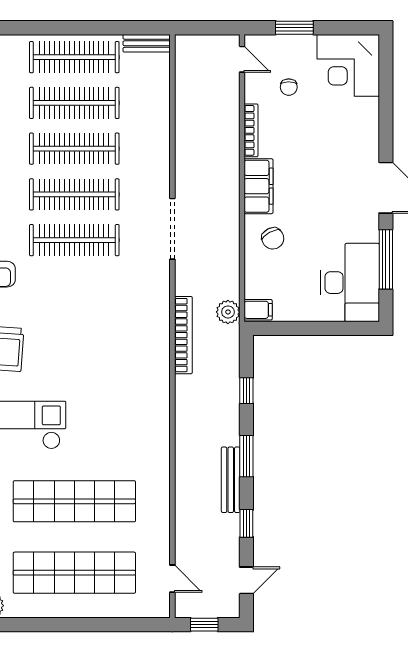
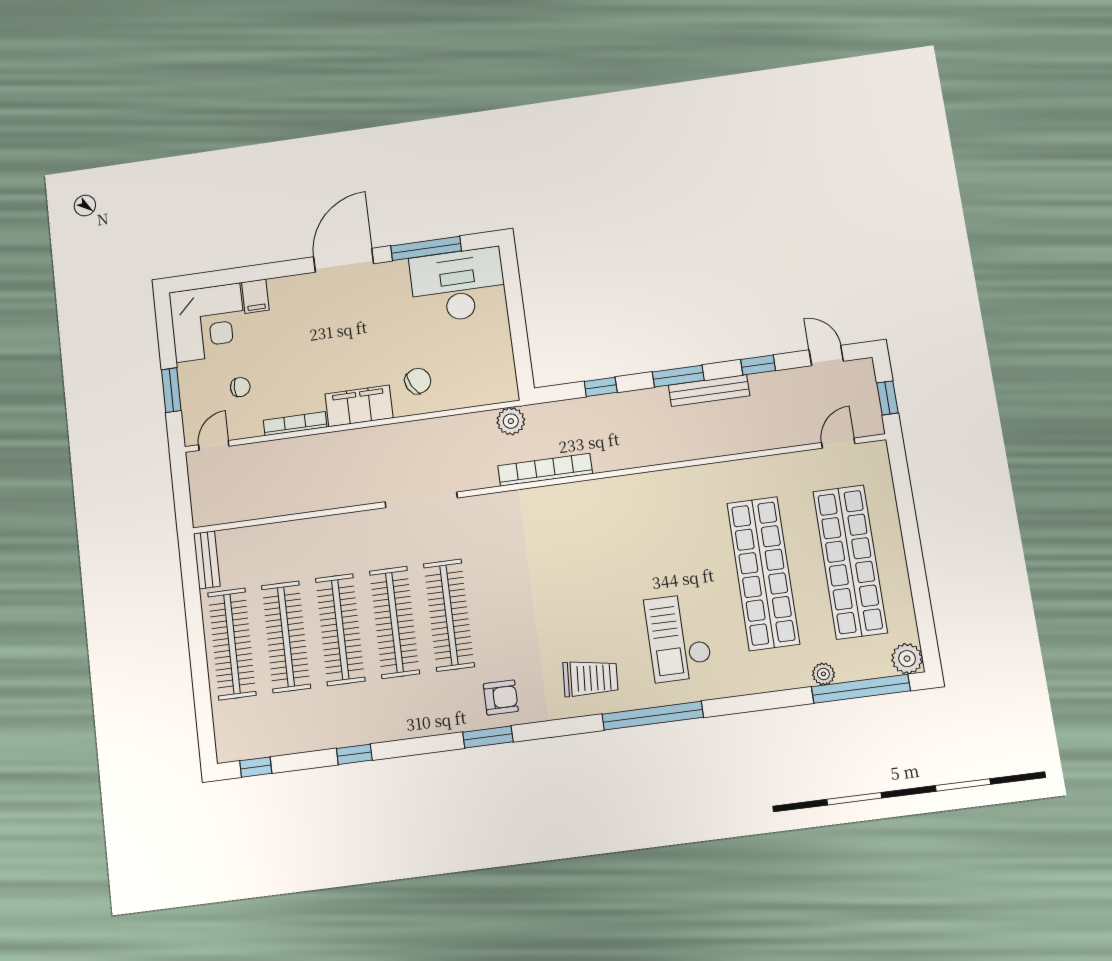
filing cabinet: (258, 310) -> (255, 296), moved, turned 180

